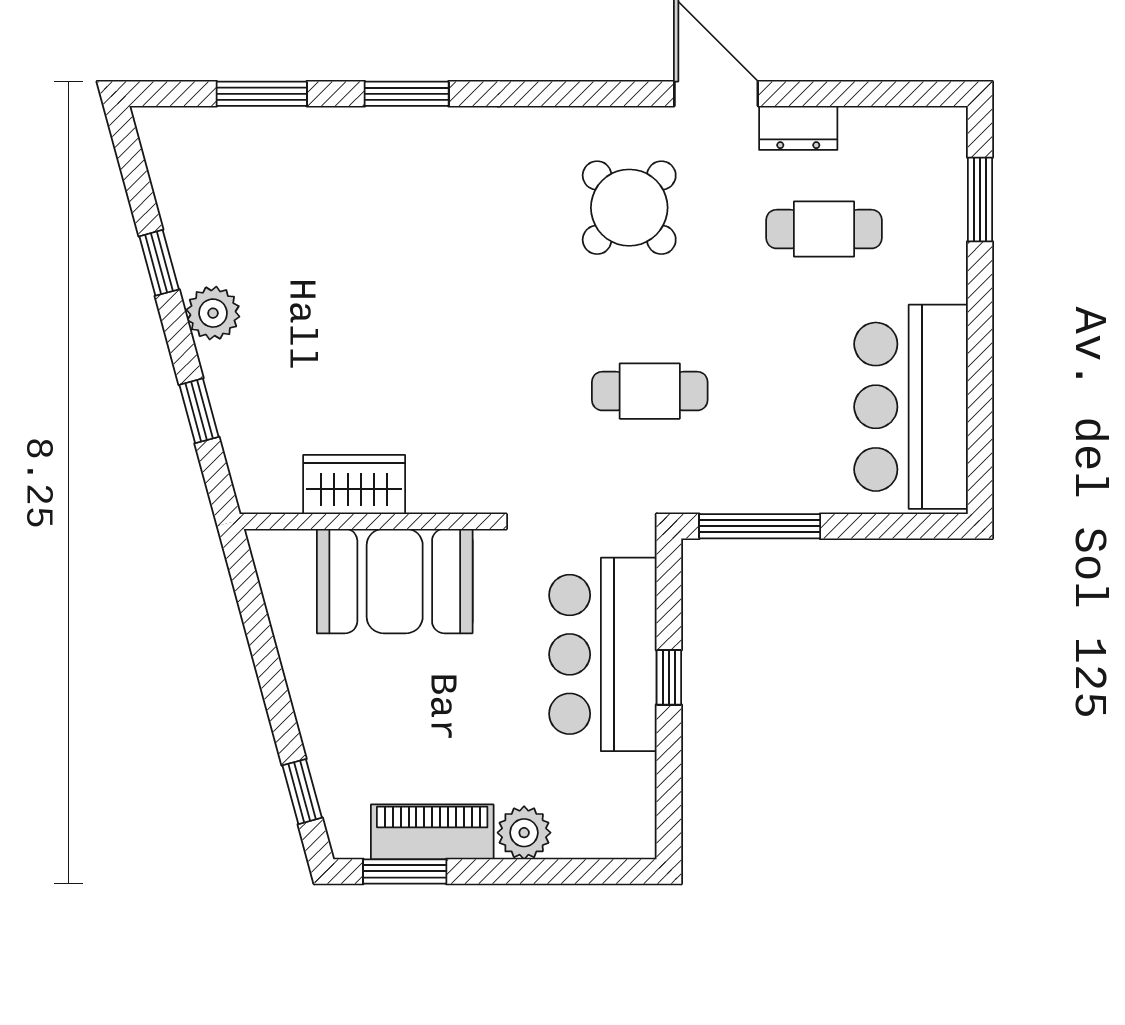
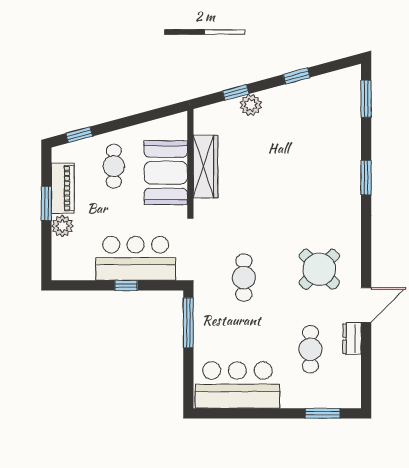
window: (262, 94) -> (366, 99), moved
plant: (213, 313) -> (251, 105), moved
wardrobe: (354, 485) -> (205, 167), width x1.50
cafe table: (379, 707) -> (114, 166), added
window: (405, 871) -> (46, 204), moved

